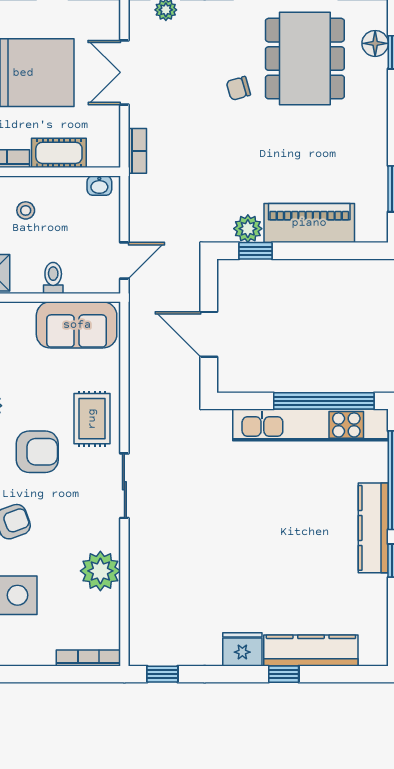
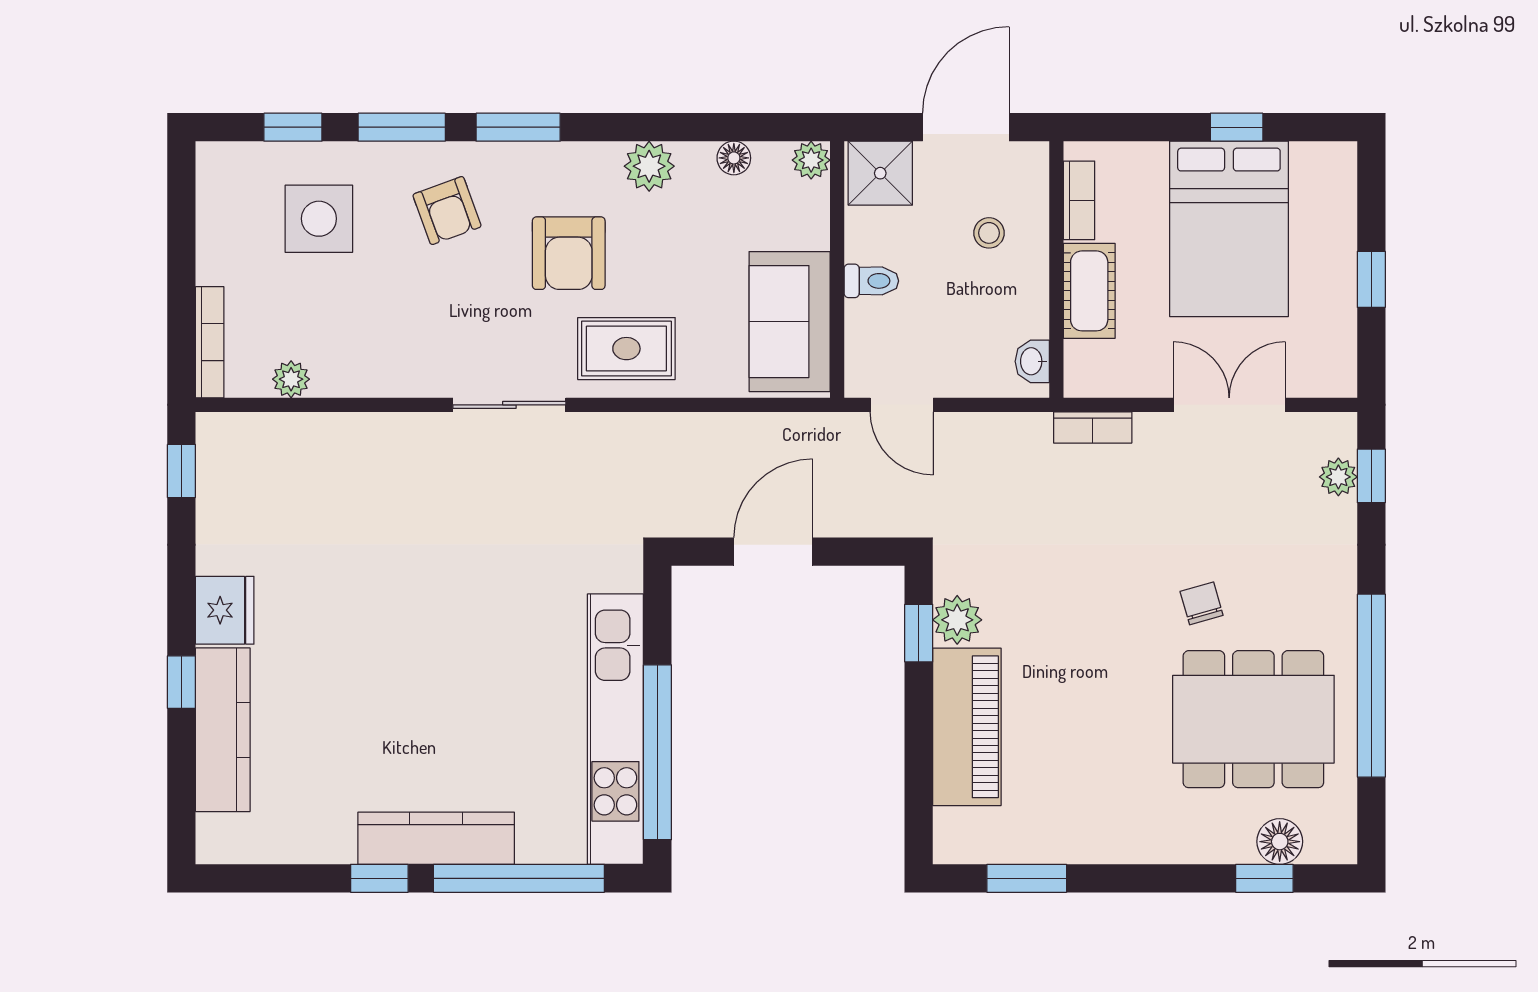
plant: (100, 571) -> (291, 379), moved, width x0.53, depth x0.53

